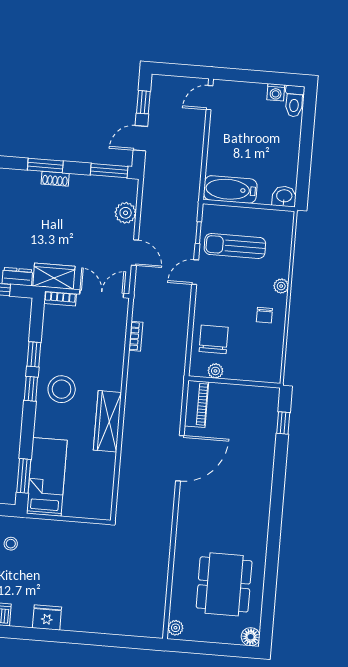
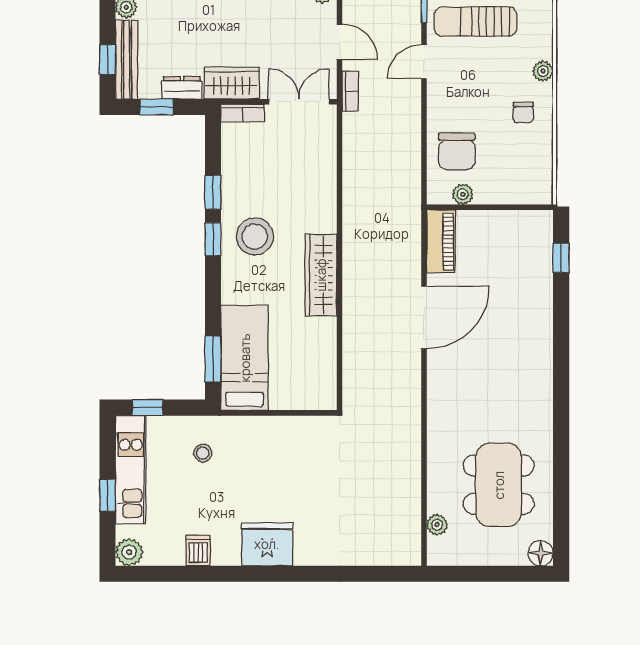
bookcase: (136, 336) -> (350, 91), moved
chair: (214, 339) -> (457, 151), turned 180
fridge: (47, 617) -> (267, 544), width x1.36, depth x1.34
plant: (175, 628) -> (437, 525), moved

